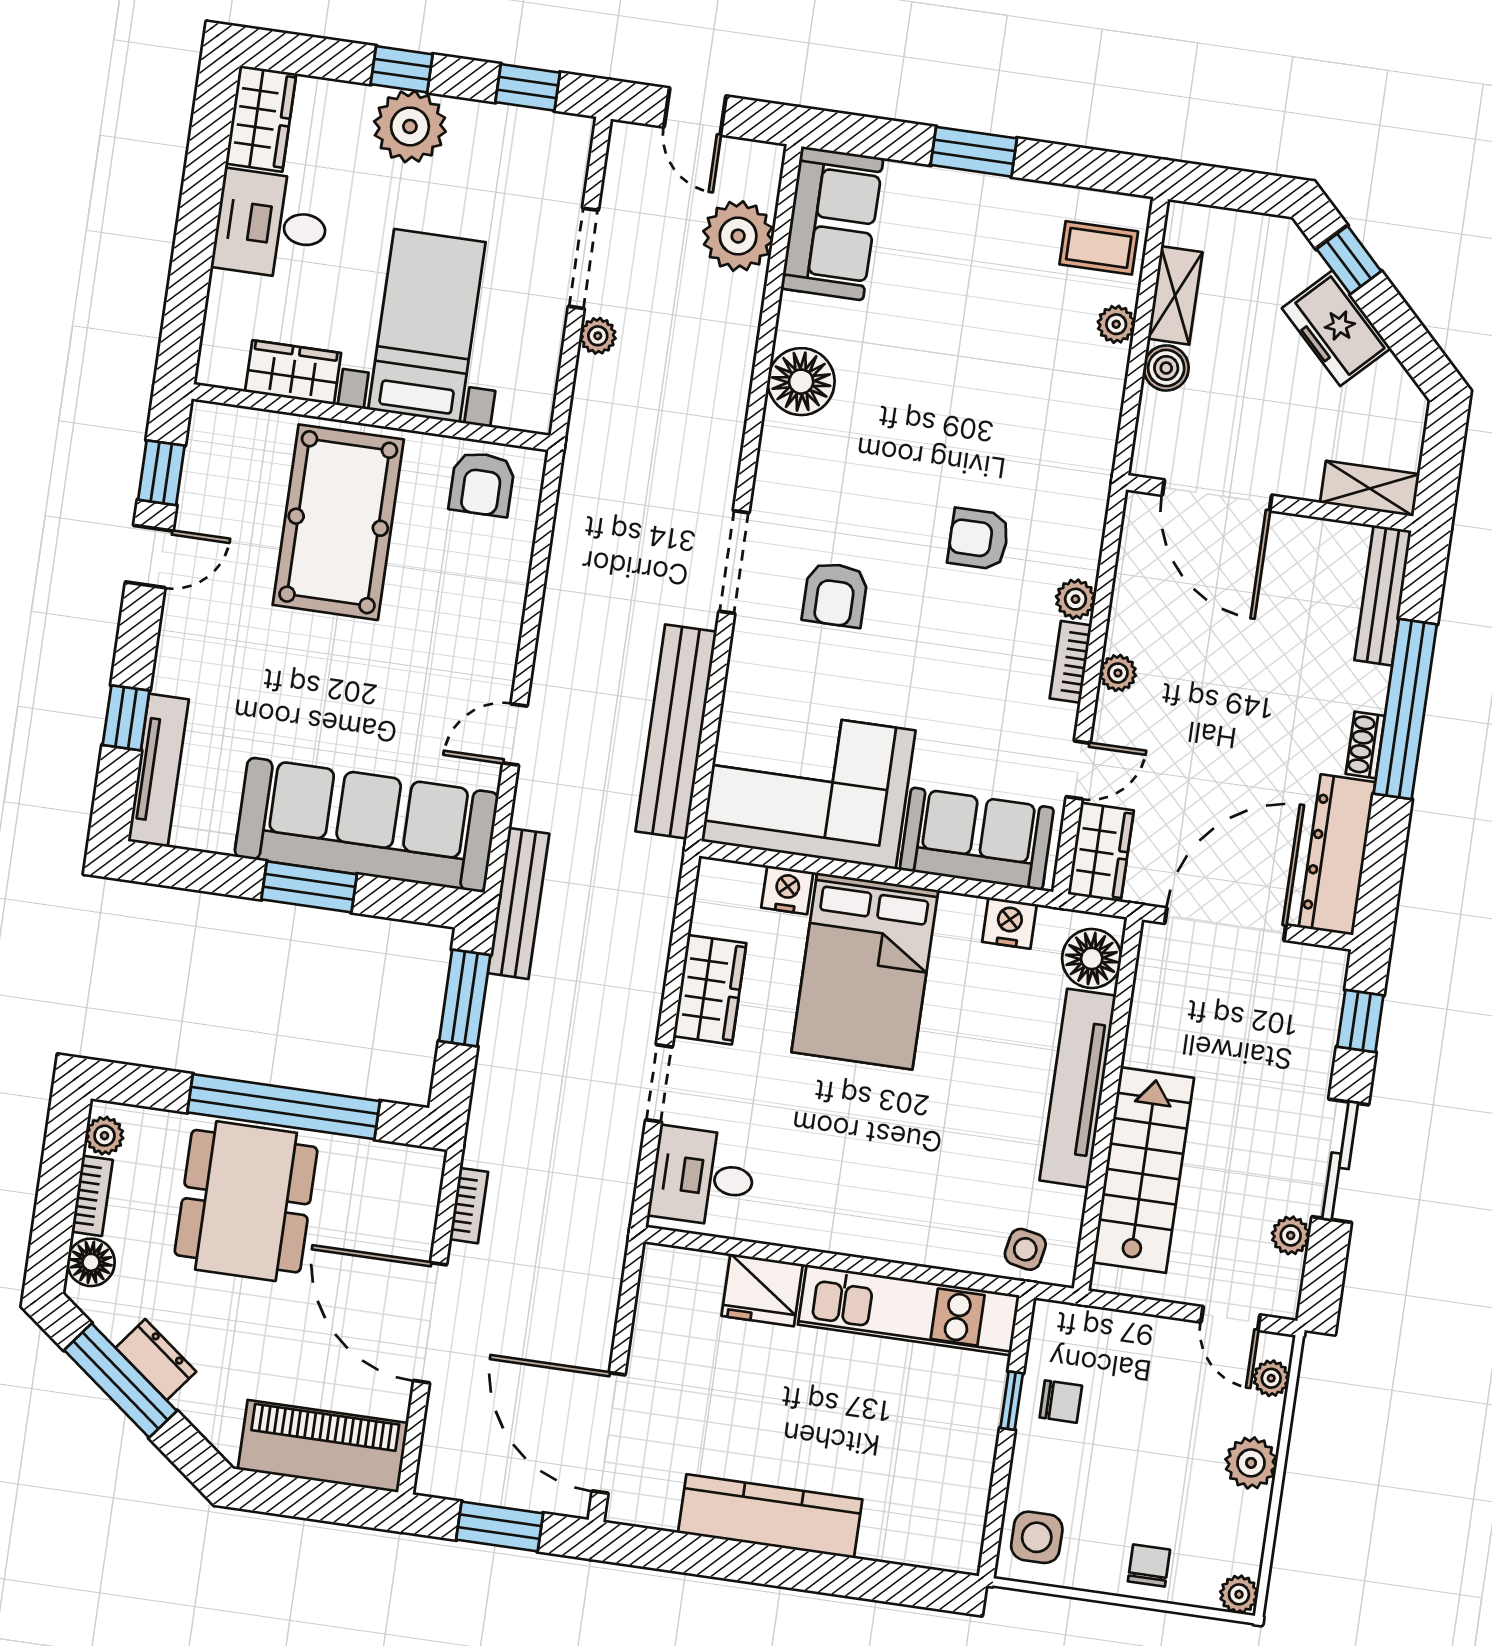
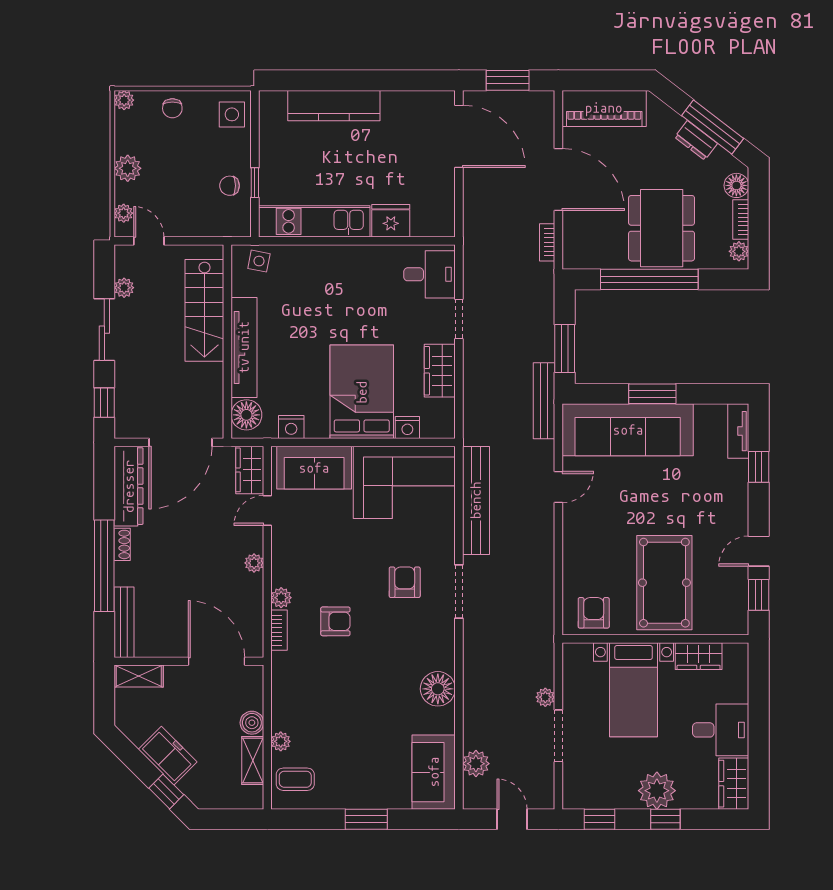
plant: (738, 236) -> (476, 764), width x0.73, depth x0.73
bookcase: (1071, 662) -> (279, 630), moved
tv unit: (158, 770) -> (738, 431), width x0.71
kitchen counter: (770, 1516) -> (334, 106), moved

